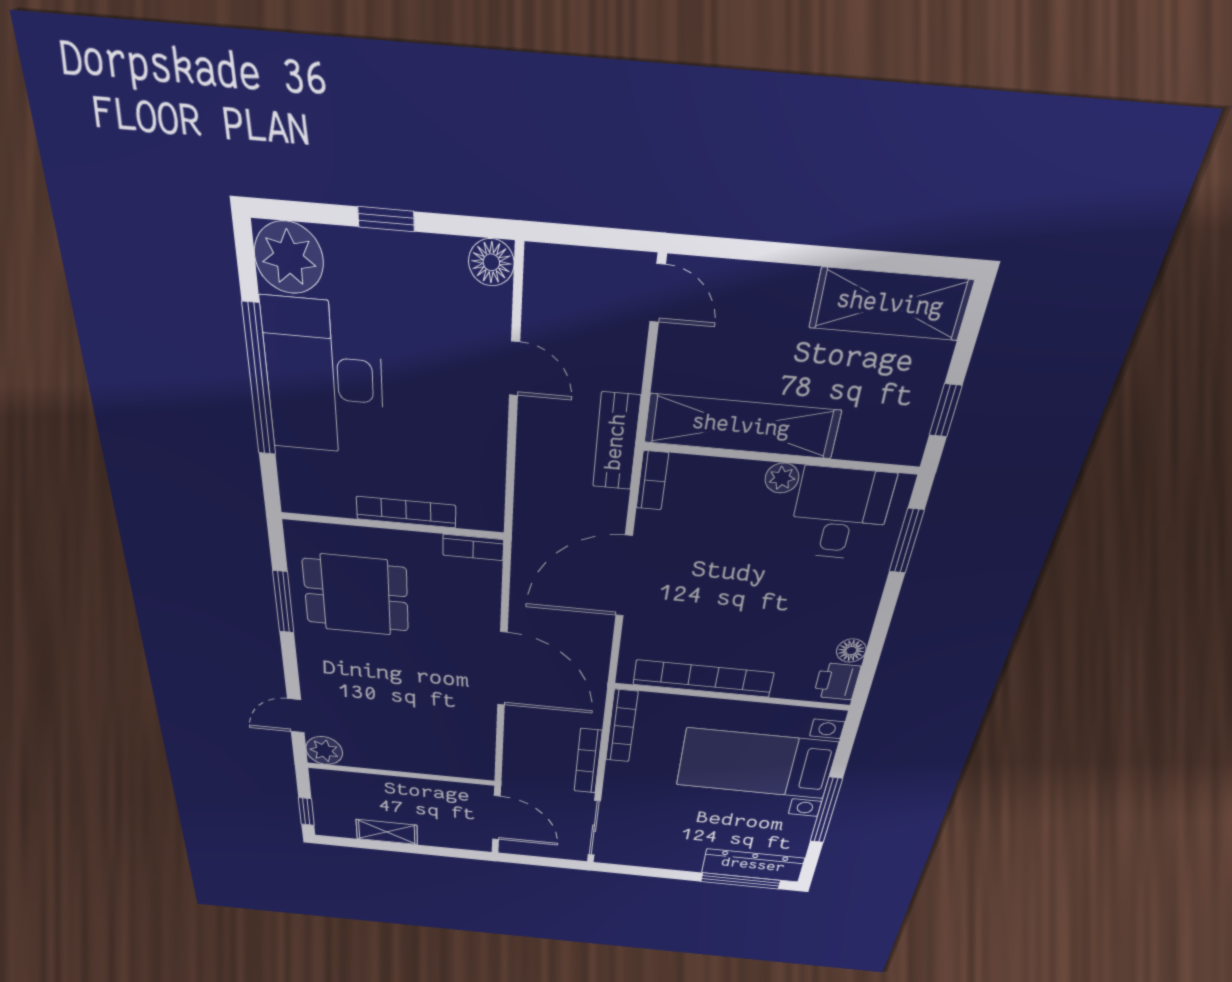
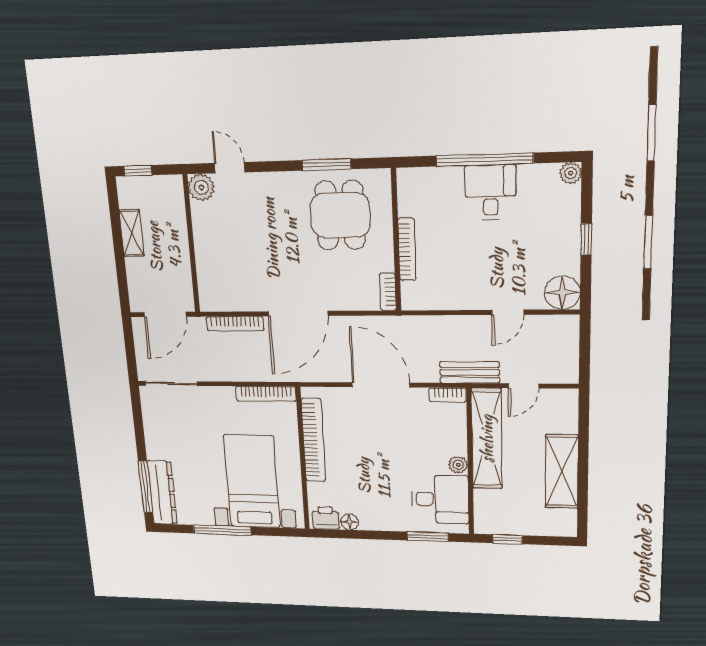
plant: (289, 258) -> (571, 173), width x0.53, depth x0.53
floor lamp: (491, 262) -> (562, 293), width x1.38, depth x1.38
door: (658, 293) -> (523, 386), moved
shelving: (890, 304) -> (562, 471), moved
desk: (324, 378) -> (490, 192), width x0.53, depth x0.77
bookcase: (588, 761) -> (235, 324), moved, turned 180

